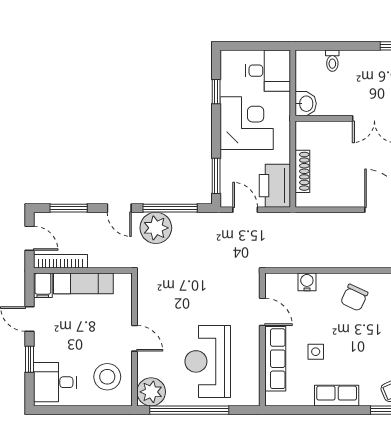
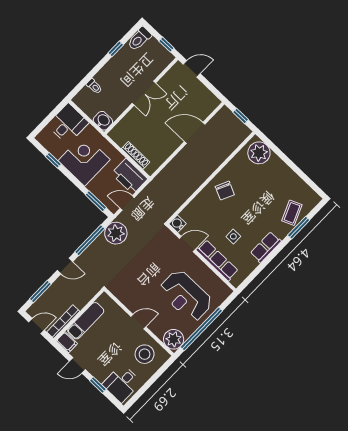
plant: (156, 228) -> (116, 233), moved
water cooler: (307, 282) -> (178, 224), moved

